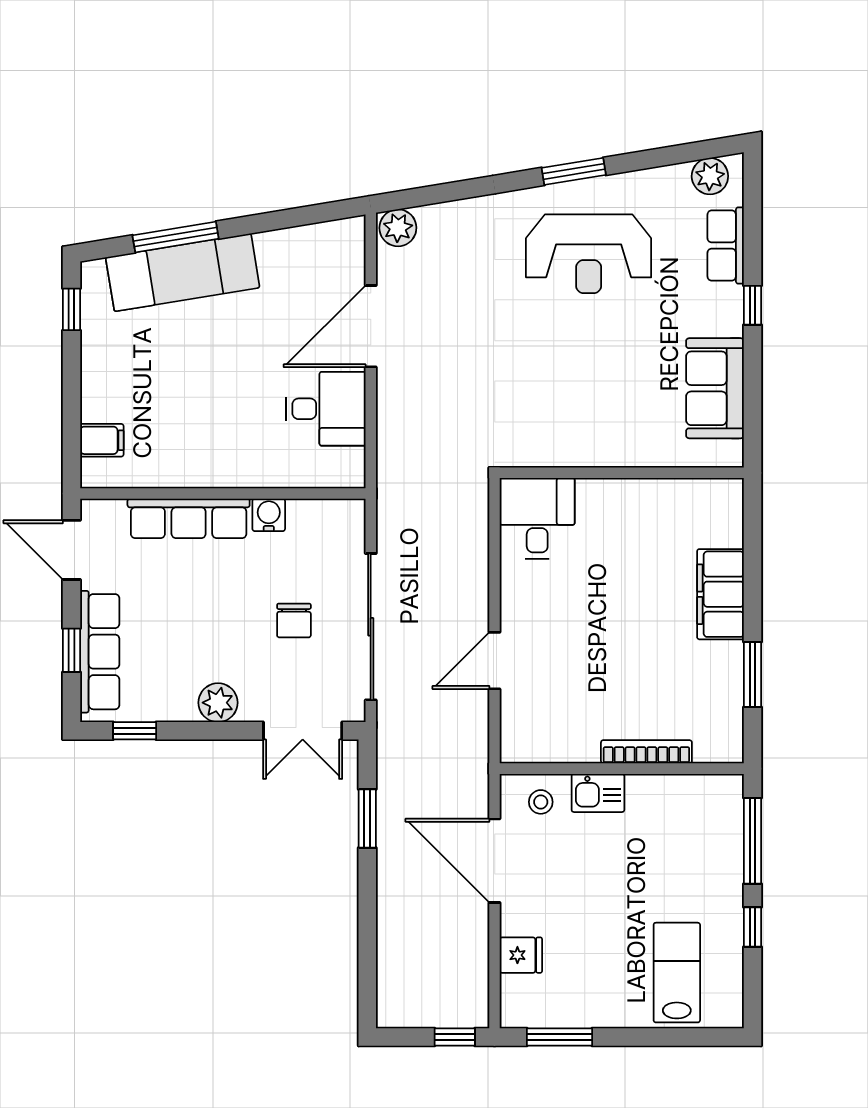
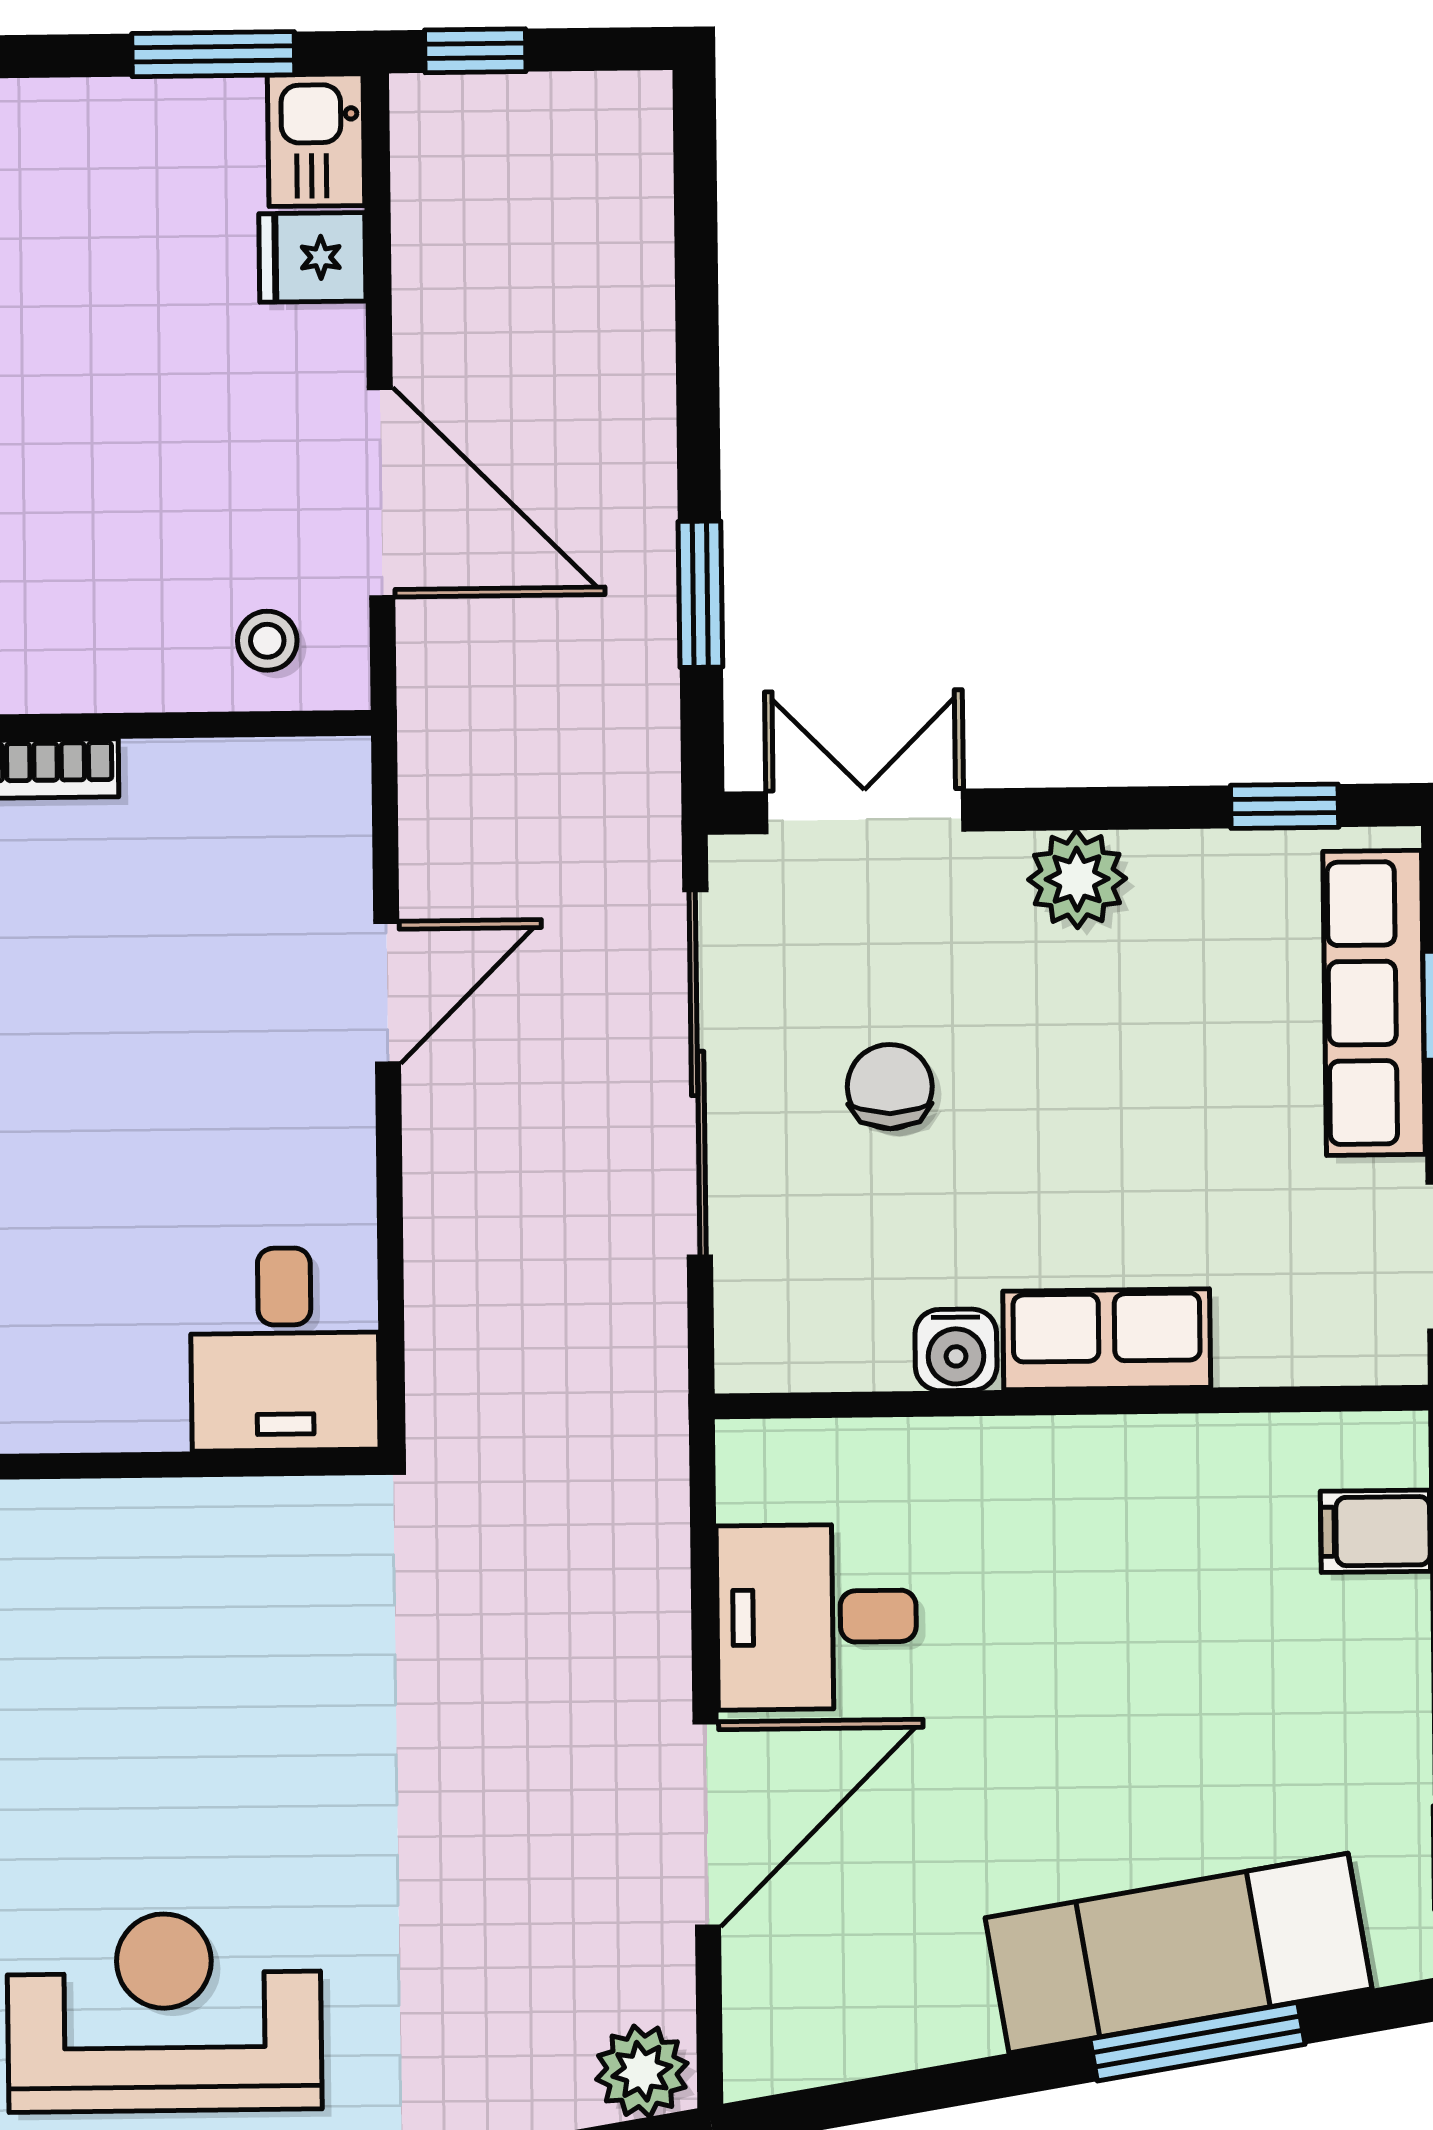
row of seats: (189, 518) -> (1107, 1339), width x0.68
kitchen sink: (598, 793) -> (316, 140), moved, turned -90

